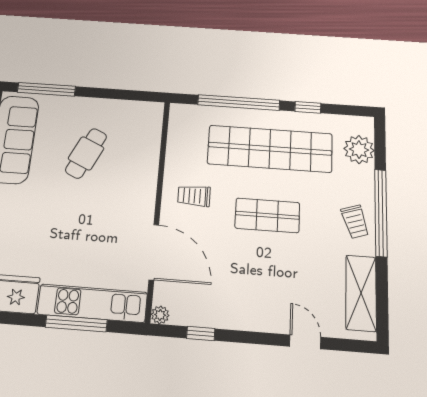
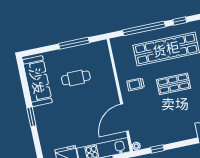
window: (46, 89) -> (74, 43), moved
cafe table: (86, 153) -> (76, 78), turned 65
door: (154, 252) -> (125, 118), swing flipped

